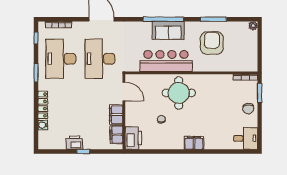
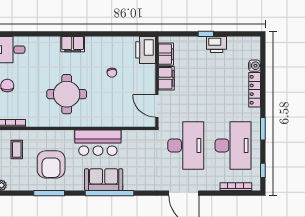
coffee table: (240, 55) -> (17, 149), added
bar counter: (166, 61) -> (98, 143), width x0.73
round table: (179, 93) -> (67, 94), moved

